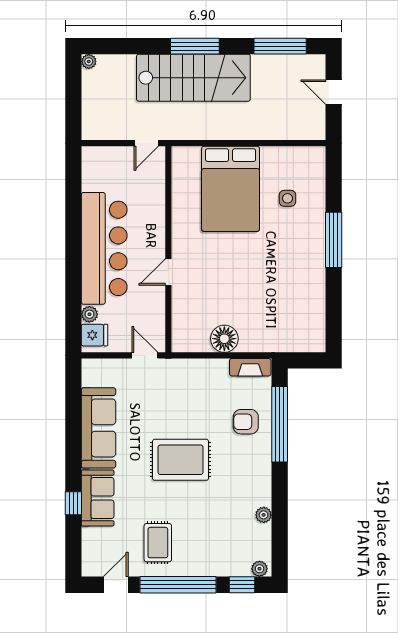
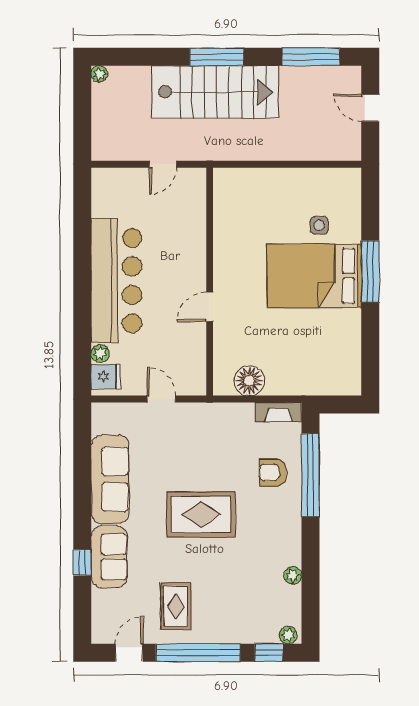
bed: (231, 189) -> (314, 276), moved, turned 90
wall: (168, 249) -> (210, 282), moved
door: (168, 272) -> (210, 307), moved

